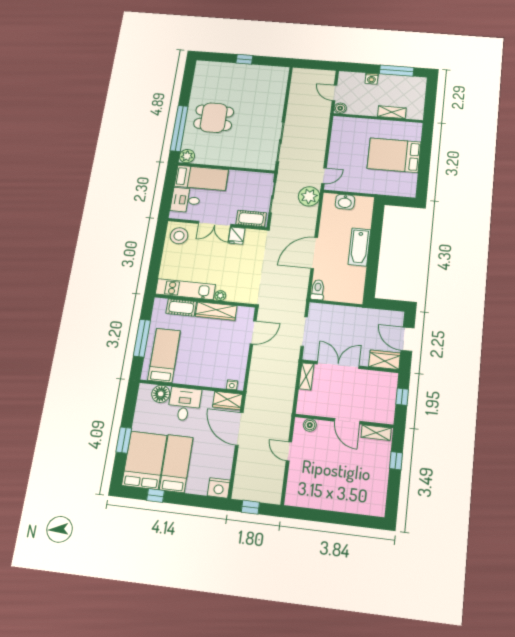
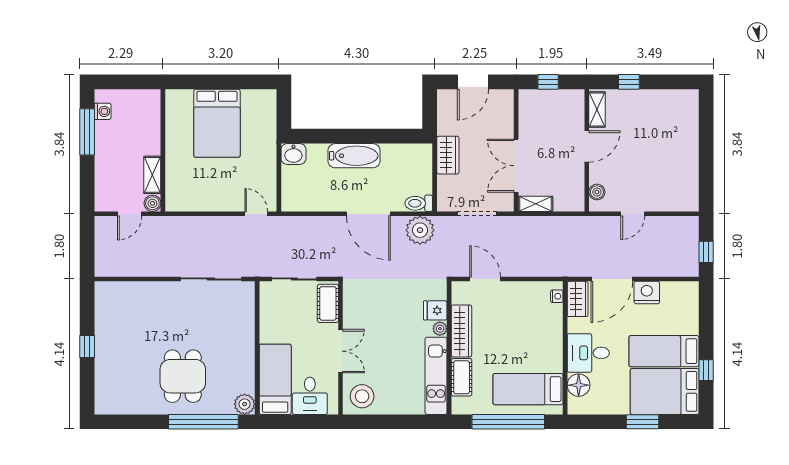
washing machine: (372, 79) -> (103, 111), moved
shelving: (392, 112) -> (152, 175), moved
plant: (309, 196) -> (420, 230), moved
washbasin: (345, 202) -> (293, 154), moved, turned 90
fridge: (237, 236) -> (435, 310), moved, turned 180
window: (142, 338) -> (508, 422), width x1.46
wardrobe: (385, 360) -> (448, 155), moved, turned 180
nightstand: (219, 488) -> (647, 293), moved, turned -90

